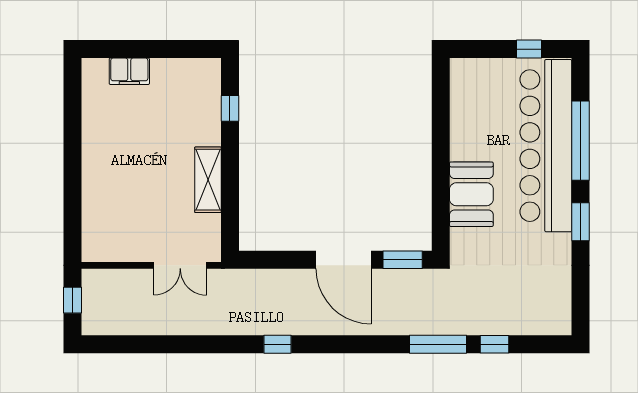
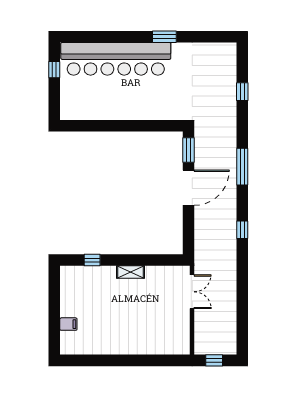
filing cabinet: (129, 71) -> (68, 324), width x0.50
window: (581, 141) -> (113, 37), removed
shelving: (208, 180) -> (131, 272), width x0.67, depth x0.75
booth: (471, 194) -> (147, 106), removed
window: (438, 344) -> (242, 167), moved

